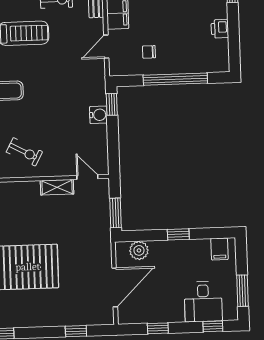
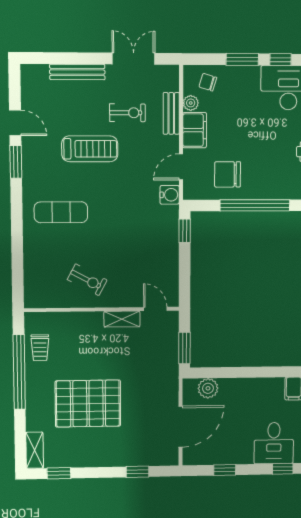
chair: (149, 52) -> (228, 174), width x1.87, depth x1.87
water cooler: (98, 115) -> (170, 195), moved
window: (178, 234) -> (251, 372), removed

